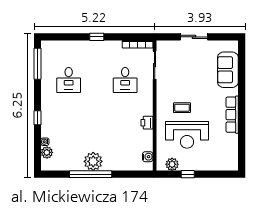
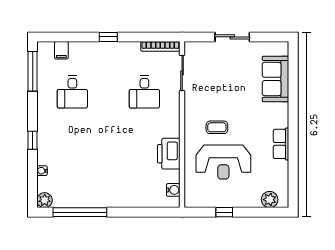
filing cabinet: (60, 47) -> (61, 50), added
row of seats: (232, 115) -> (281, 144), width x0.68
printer: (147, 123) -> (169, 154), width x1.87, depth x1.48
plant: (47, 152) -> (45, 200), moved
plant: (93, 161) -> (104, 196), removed
plant: (172, 164) -> (270, 200), moved
window: (91, 174) -> (80, 212), moved

